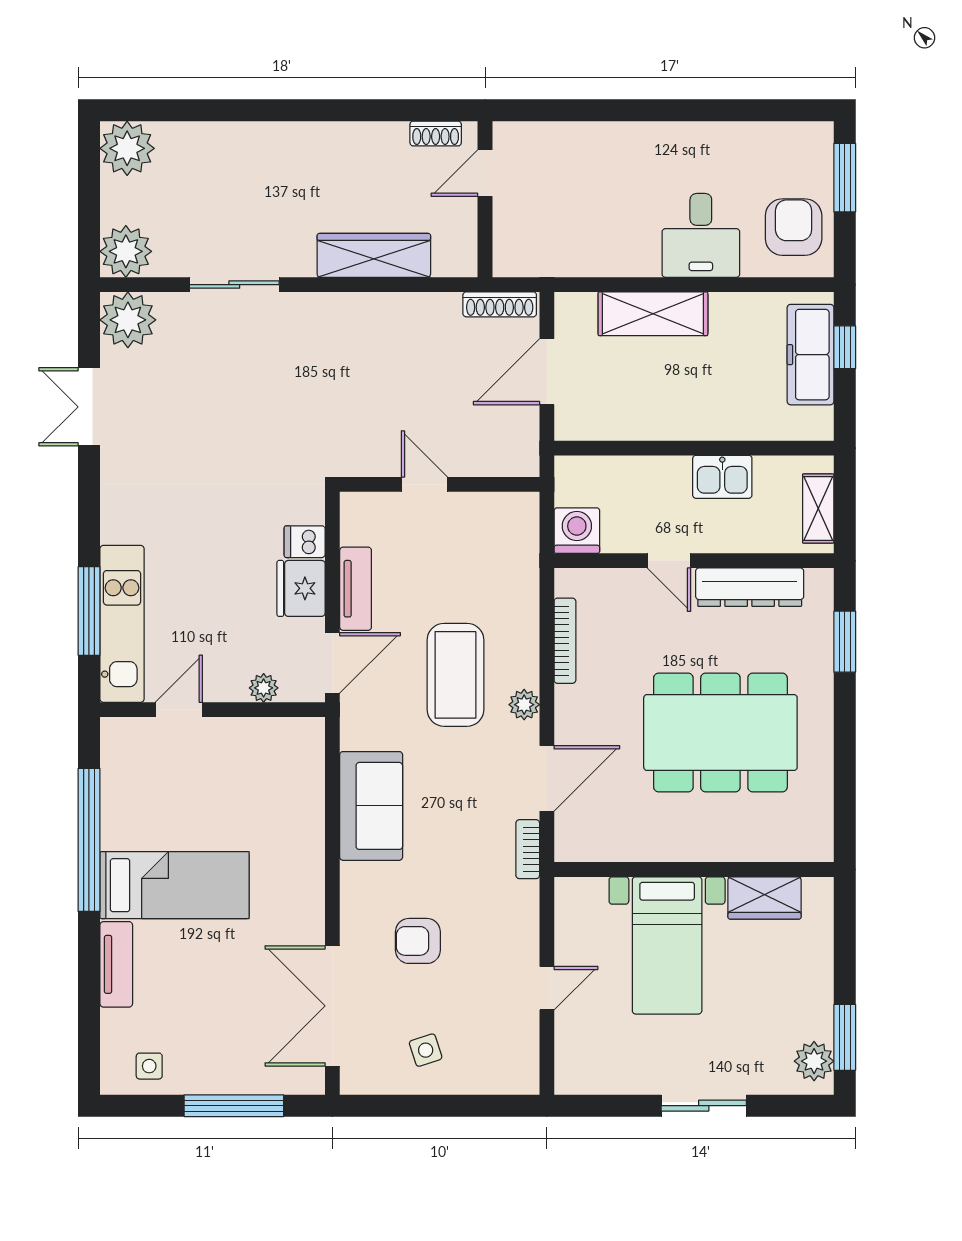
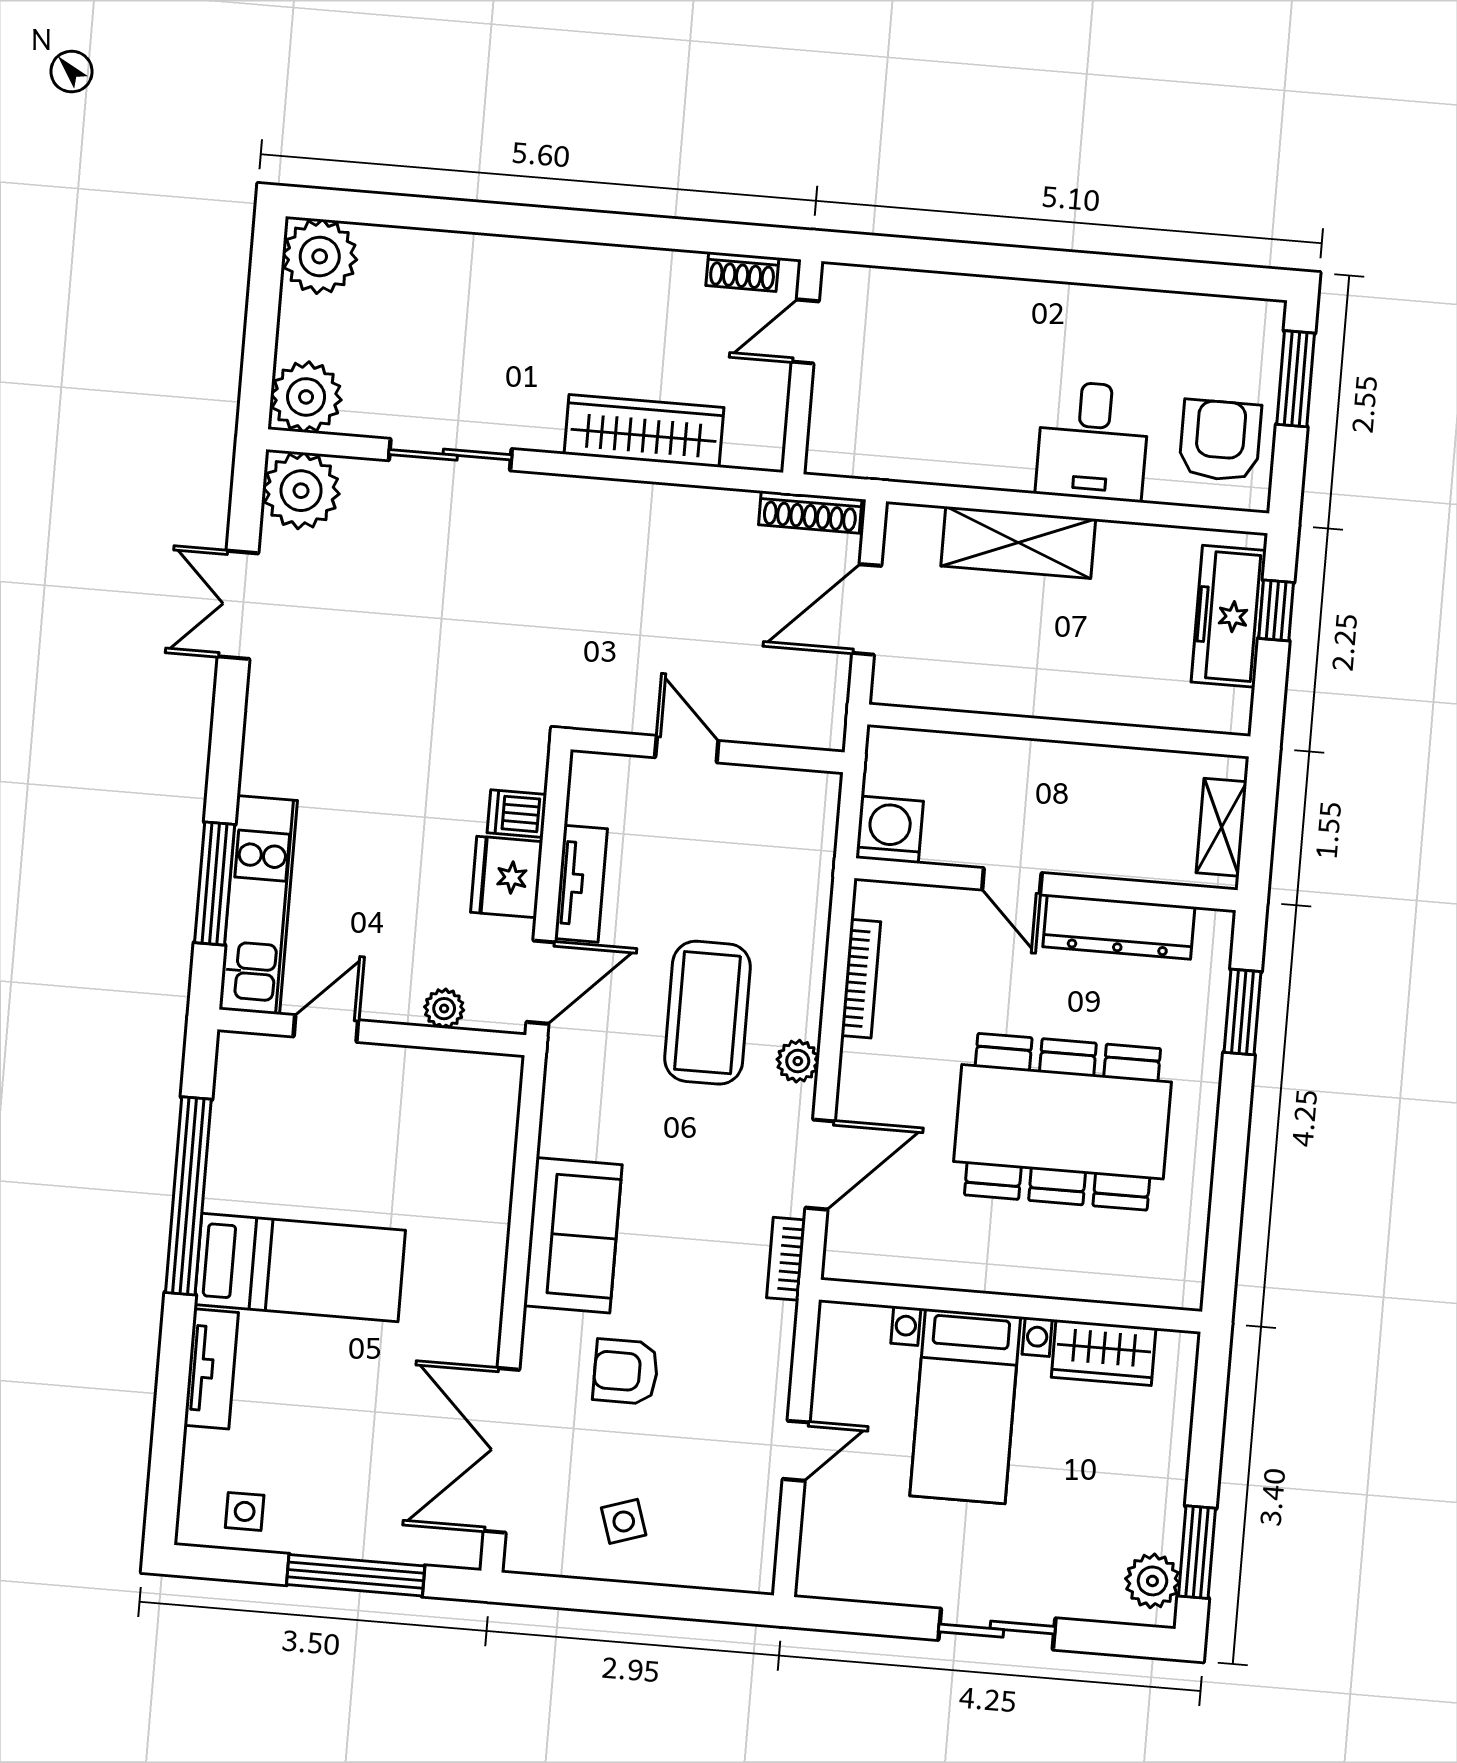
kitchen sink: (722, 477) -> (1094, 773), removed
sofa: (371, 806) -> (573, 1235), moved

